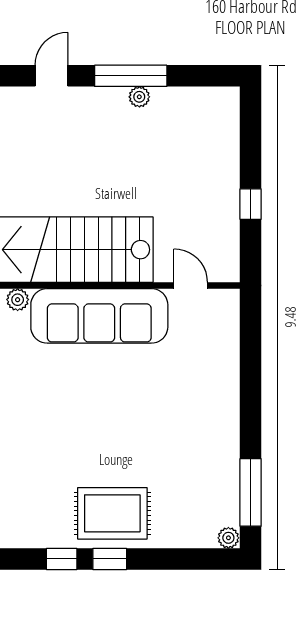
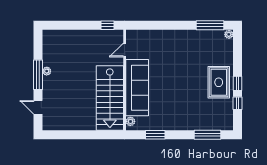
window: (251, 204) -> (107, 25), moved

